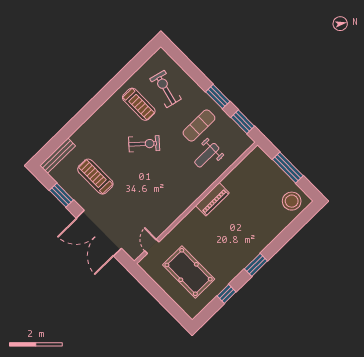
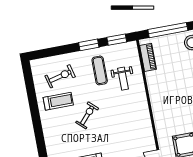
exercise bike: (166, 89) -> (60, 76), turned 152
window: (288, 168) -> (168, 30), width x1.46
piano: (212, 199) -> (148, 57), moved

